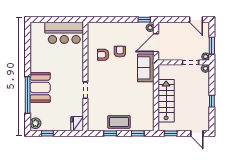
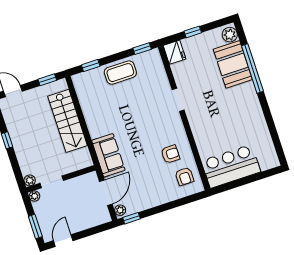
door: (196, 20) -> (63, 241), hinge flipped
window: (212, 46) -> (35, 227), moved
armchair: (120, 52) -> (184, 176), moved
booth: (40, 87) -> (233, 64), moved
window: (47, 133) -> (193, 32), moved
window: (110, 133) -> (142, 49), moved

